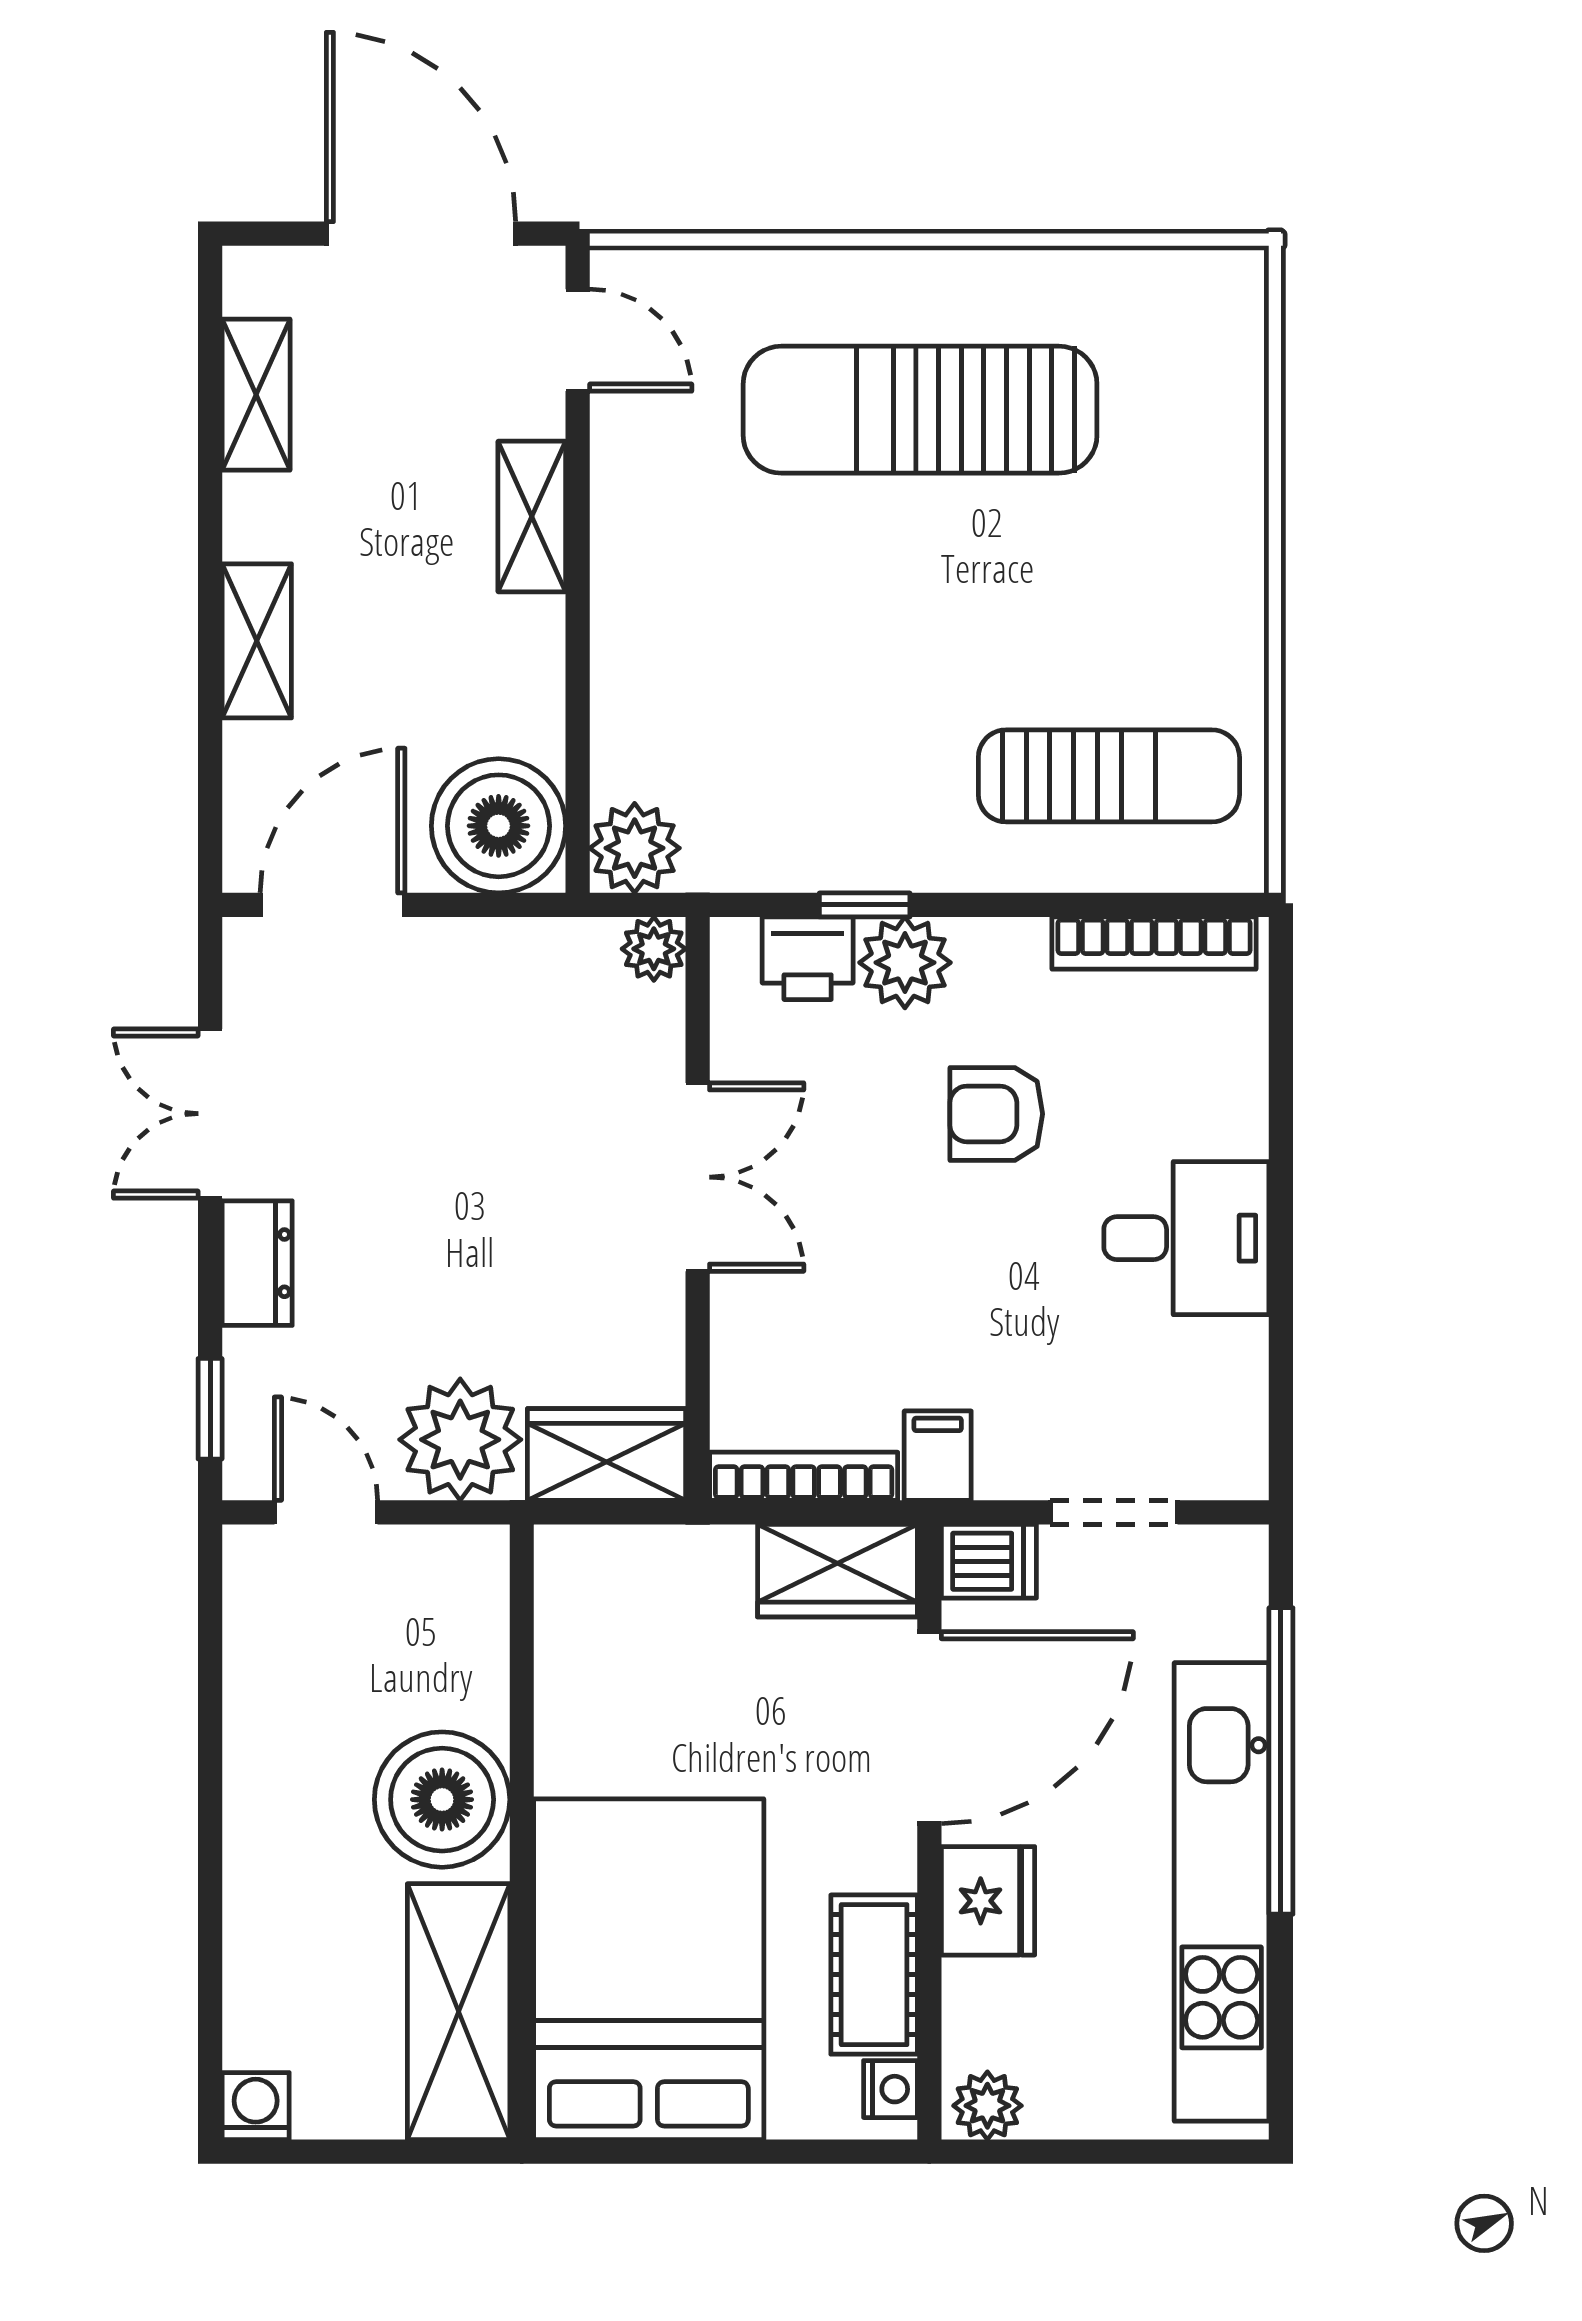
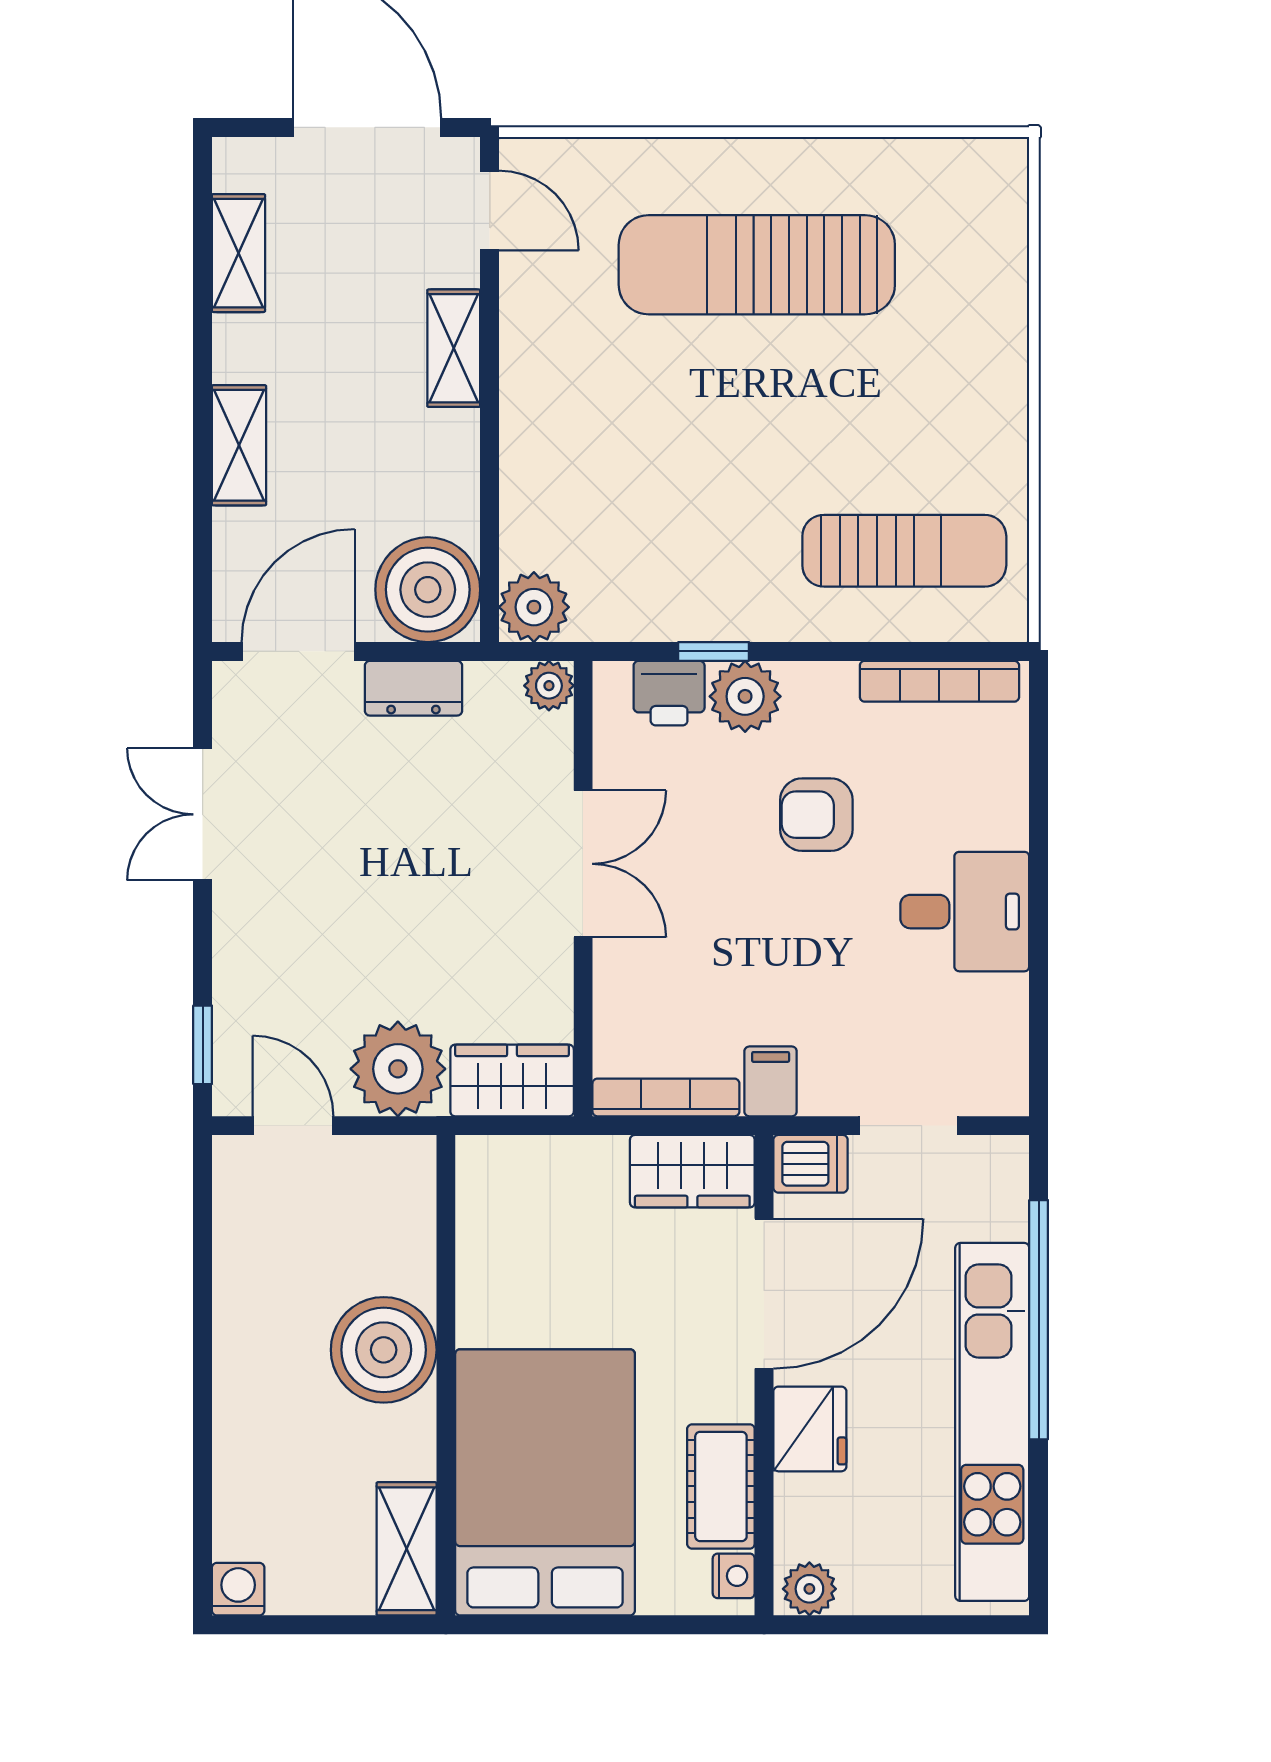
dresser: (257, 1263) -> (413, 688), moved, turned 90
shelving: (459, 2012) -> (407, 1549), width x0.67, depth x0.75

